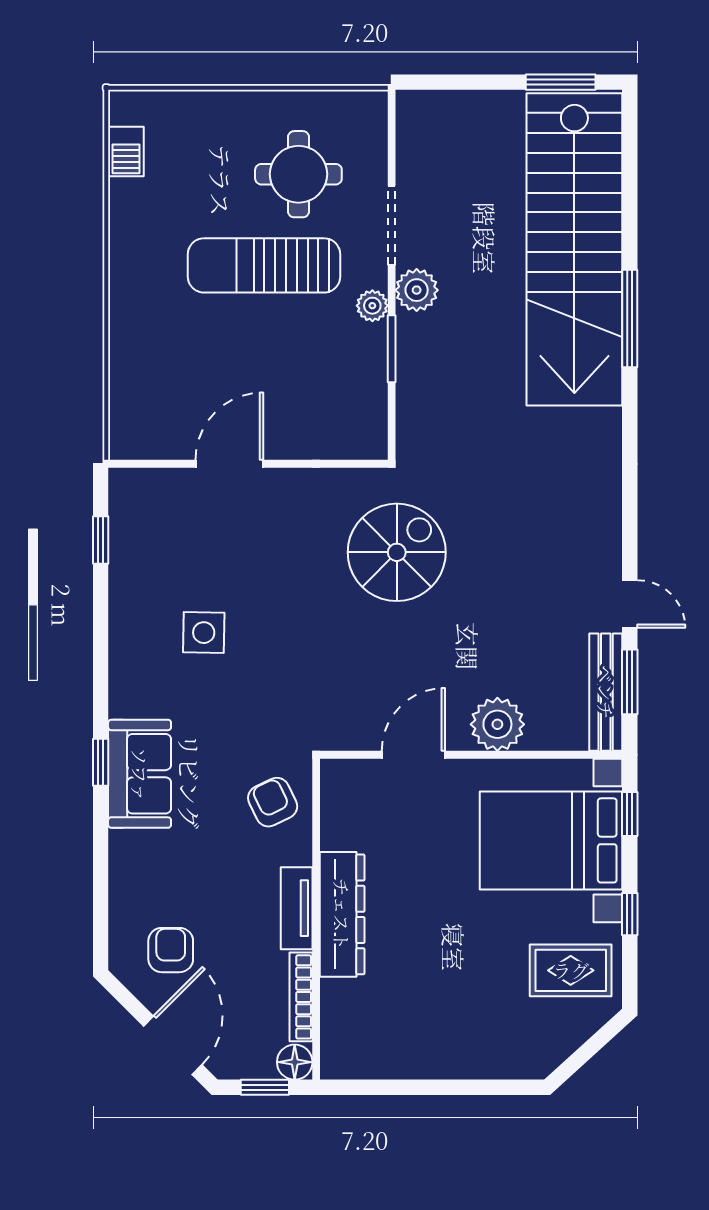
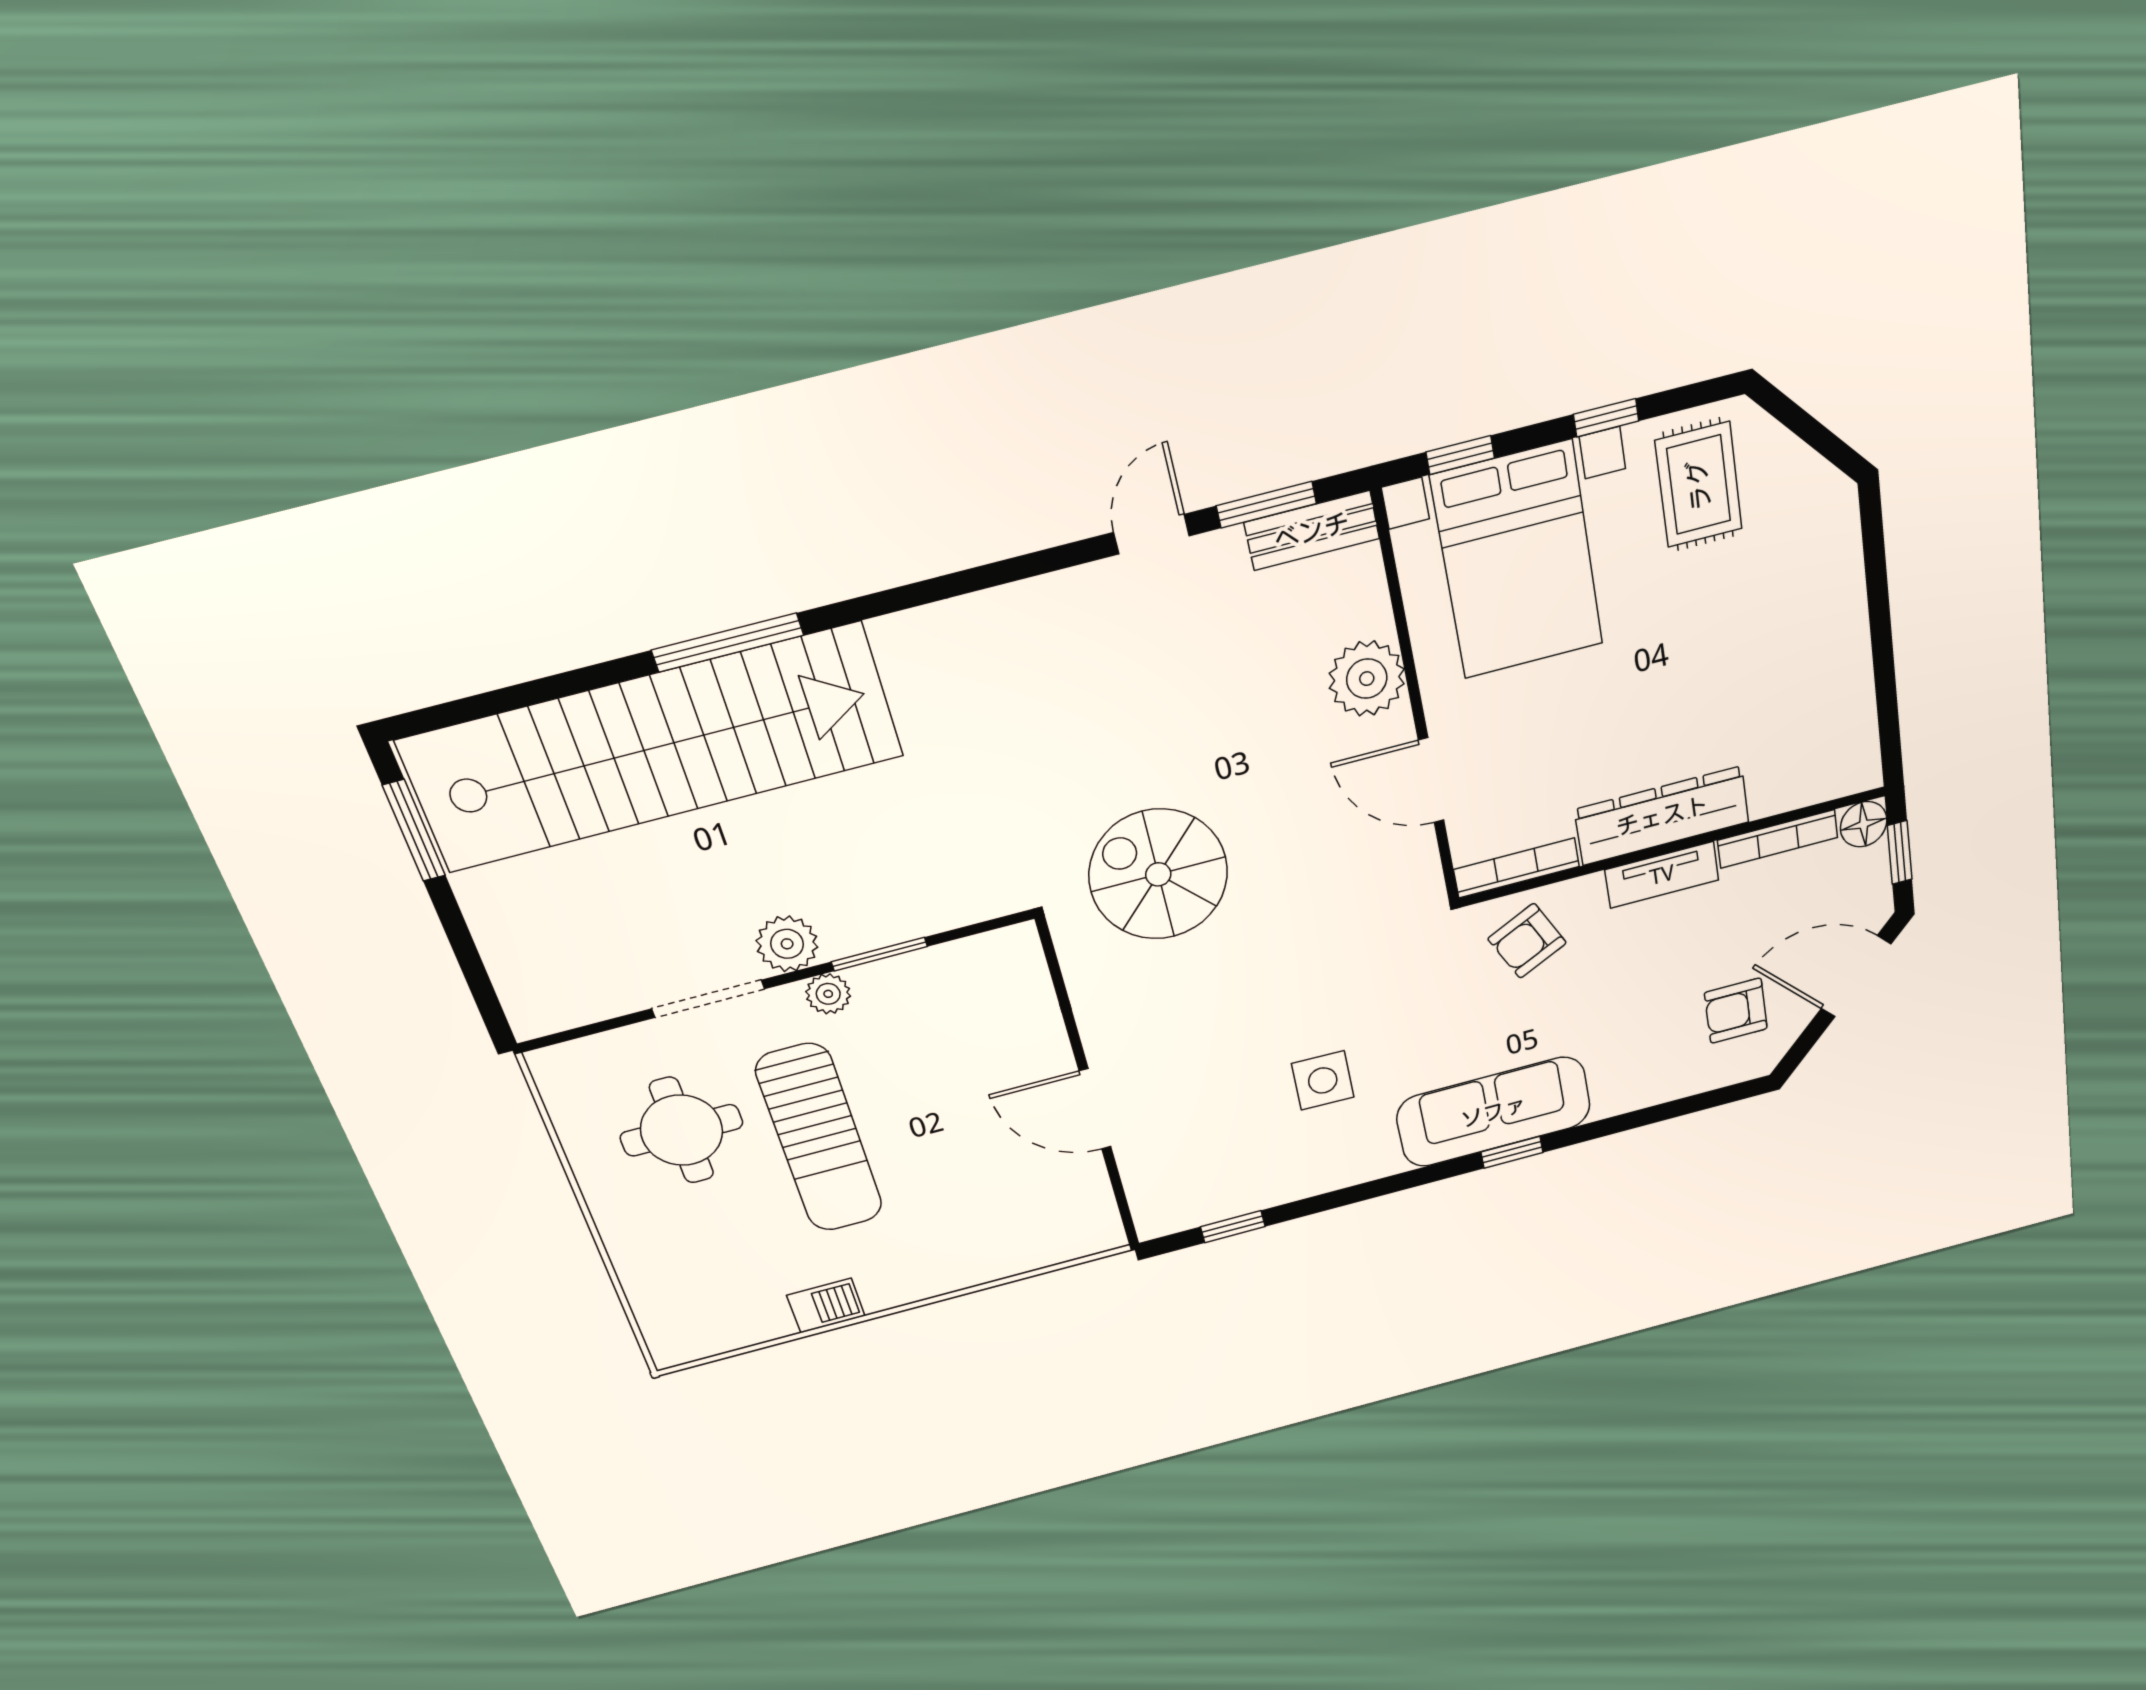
barbecue: (126, 151) -> (826, 1306), moved
bench: (606, 692) -> (1312, 531), width x0.73
sofa: (140, 774) -> (1494, 1112), width x1.36
bookcase: (331, 804) -> (1516, 868), added

